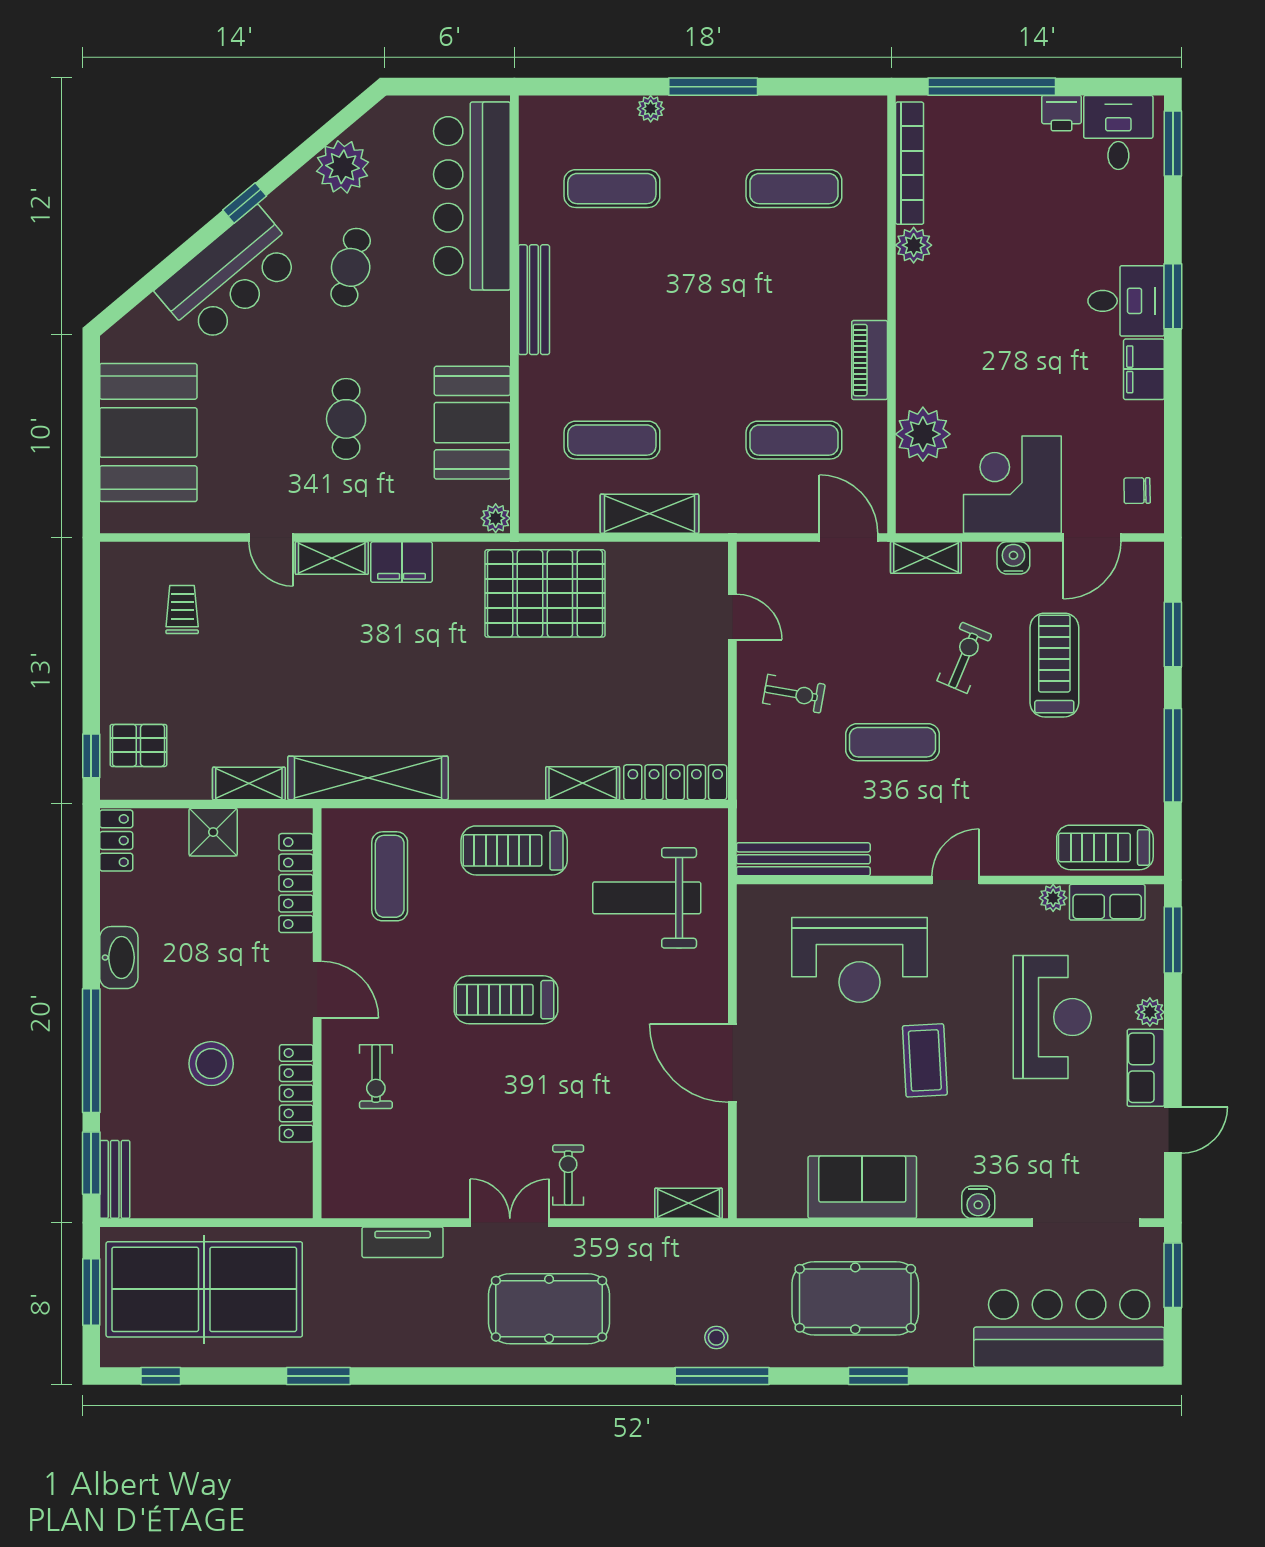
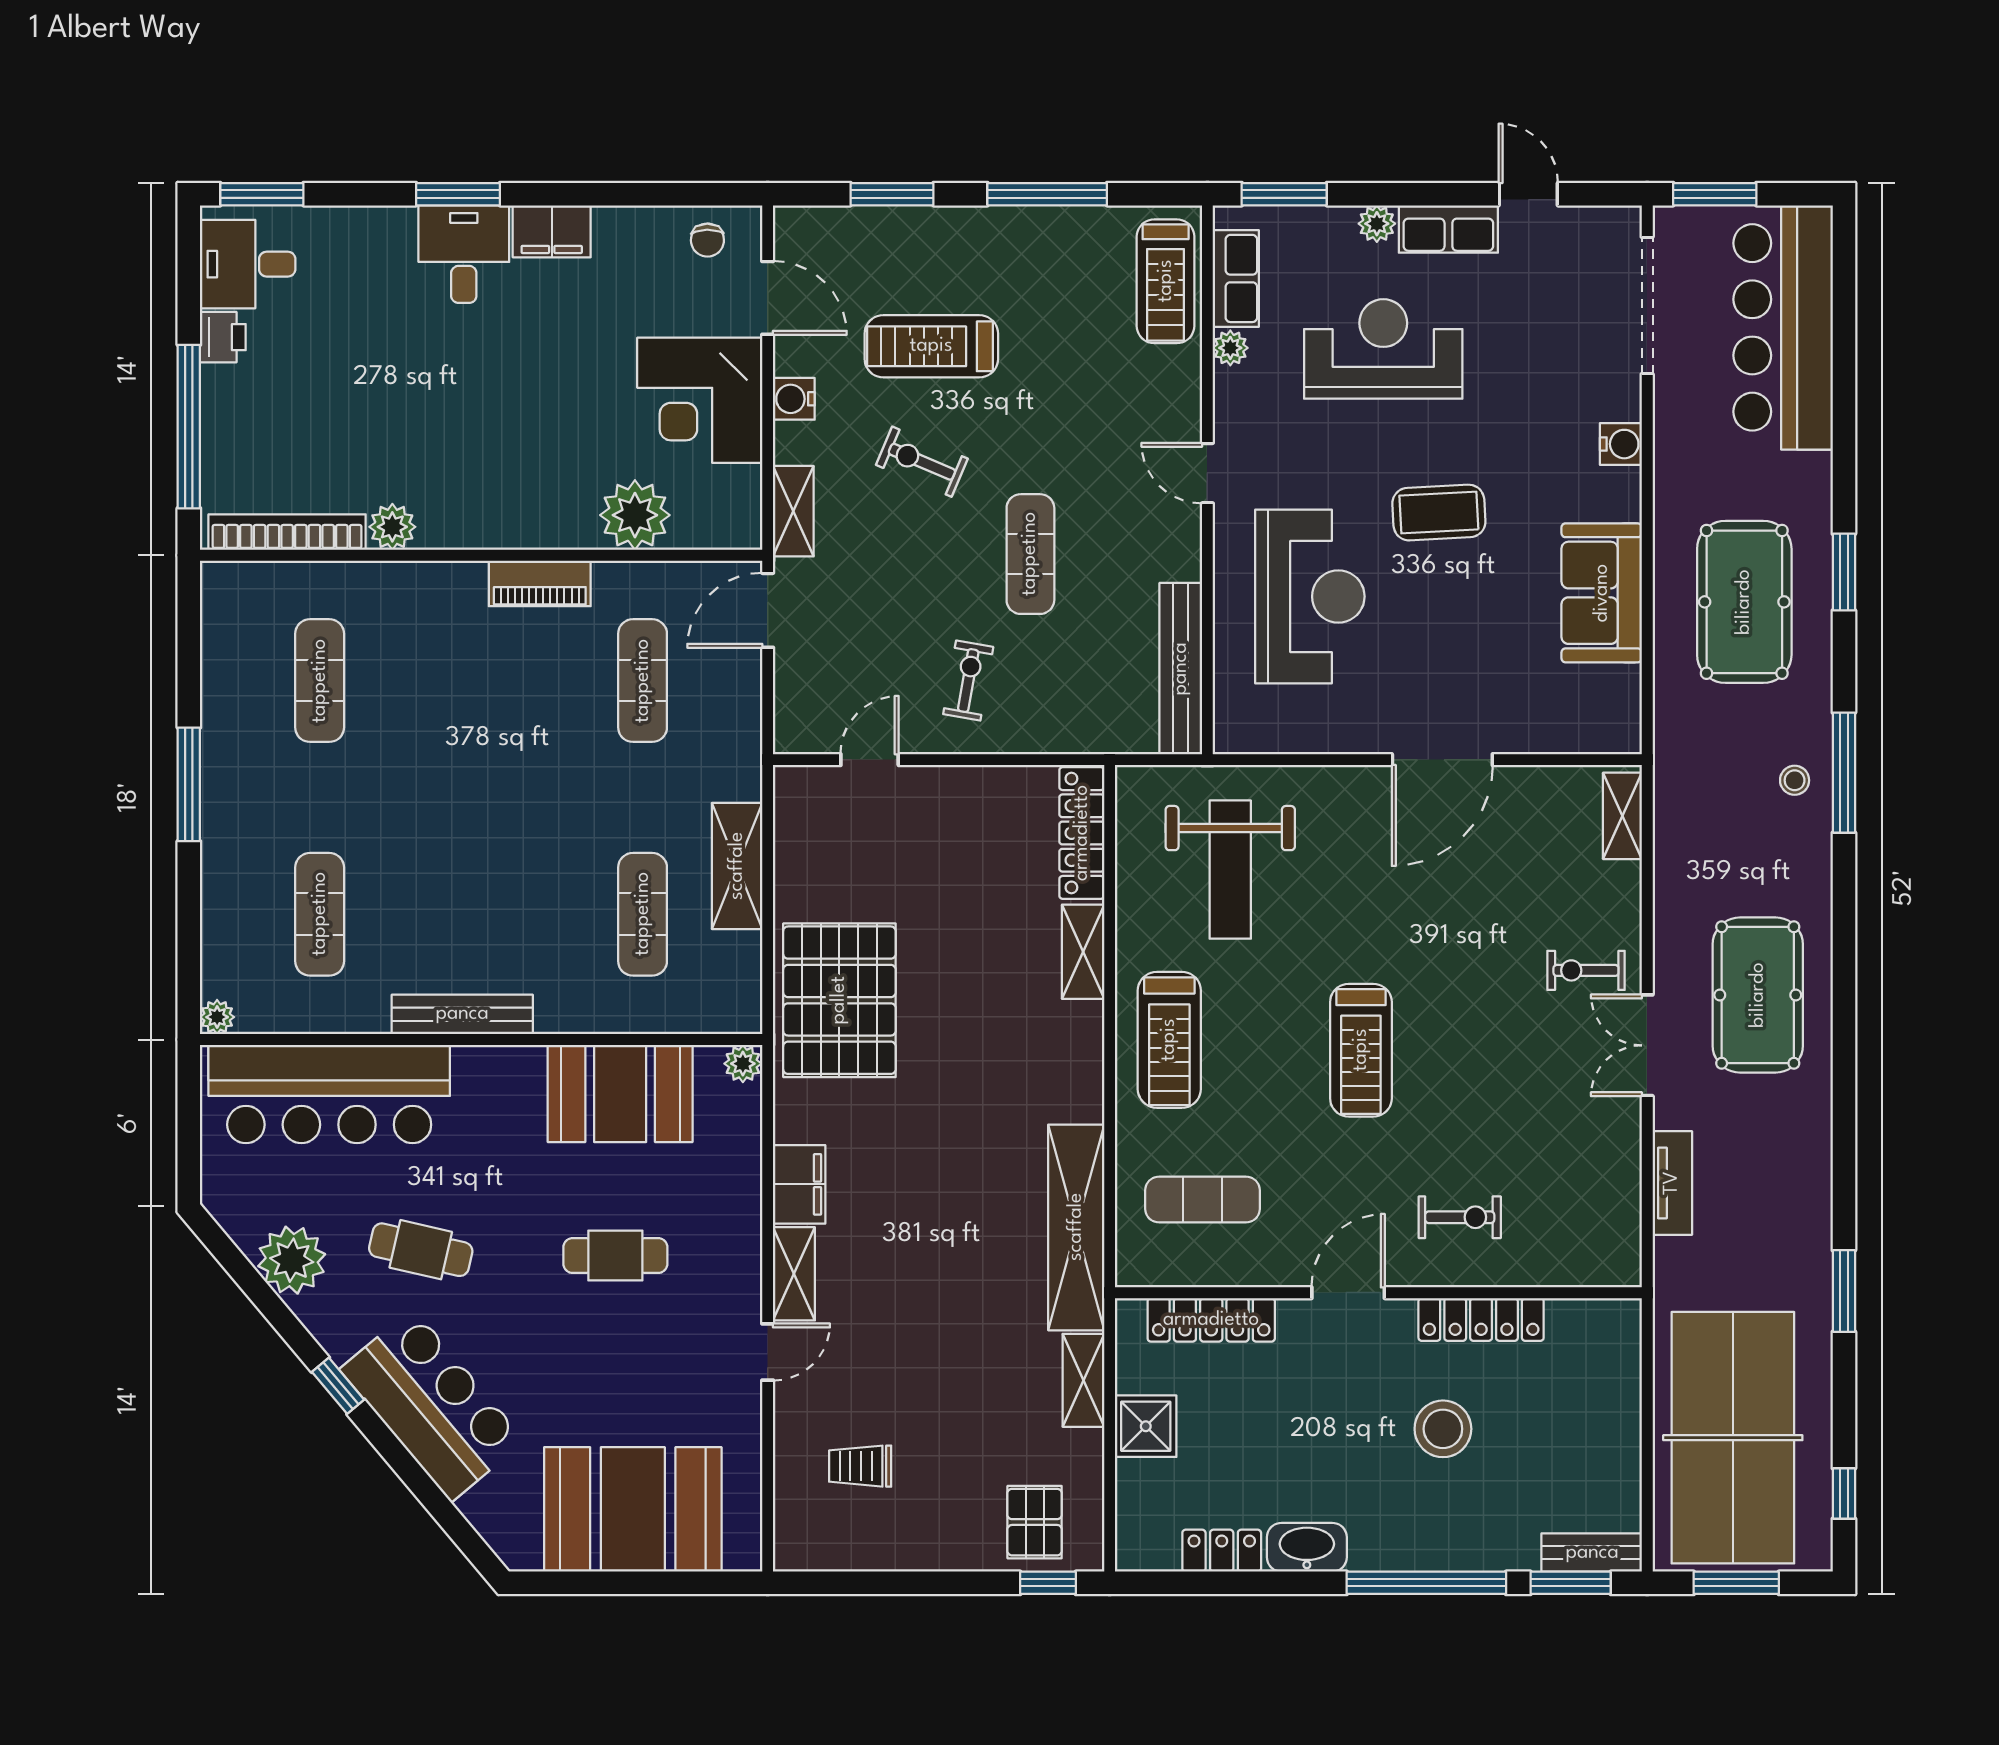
plant: (651, 109) -> (217, 1017), moved
locker: (116, 841) -> (1222, 1551), moved

